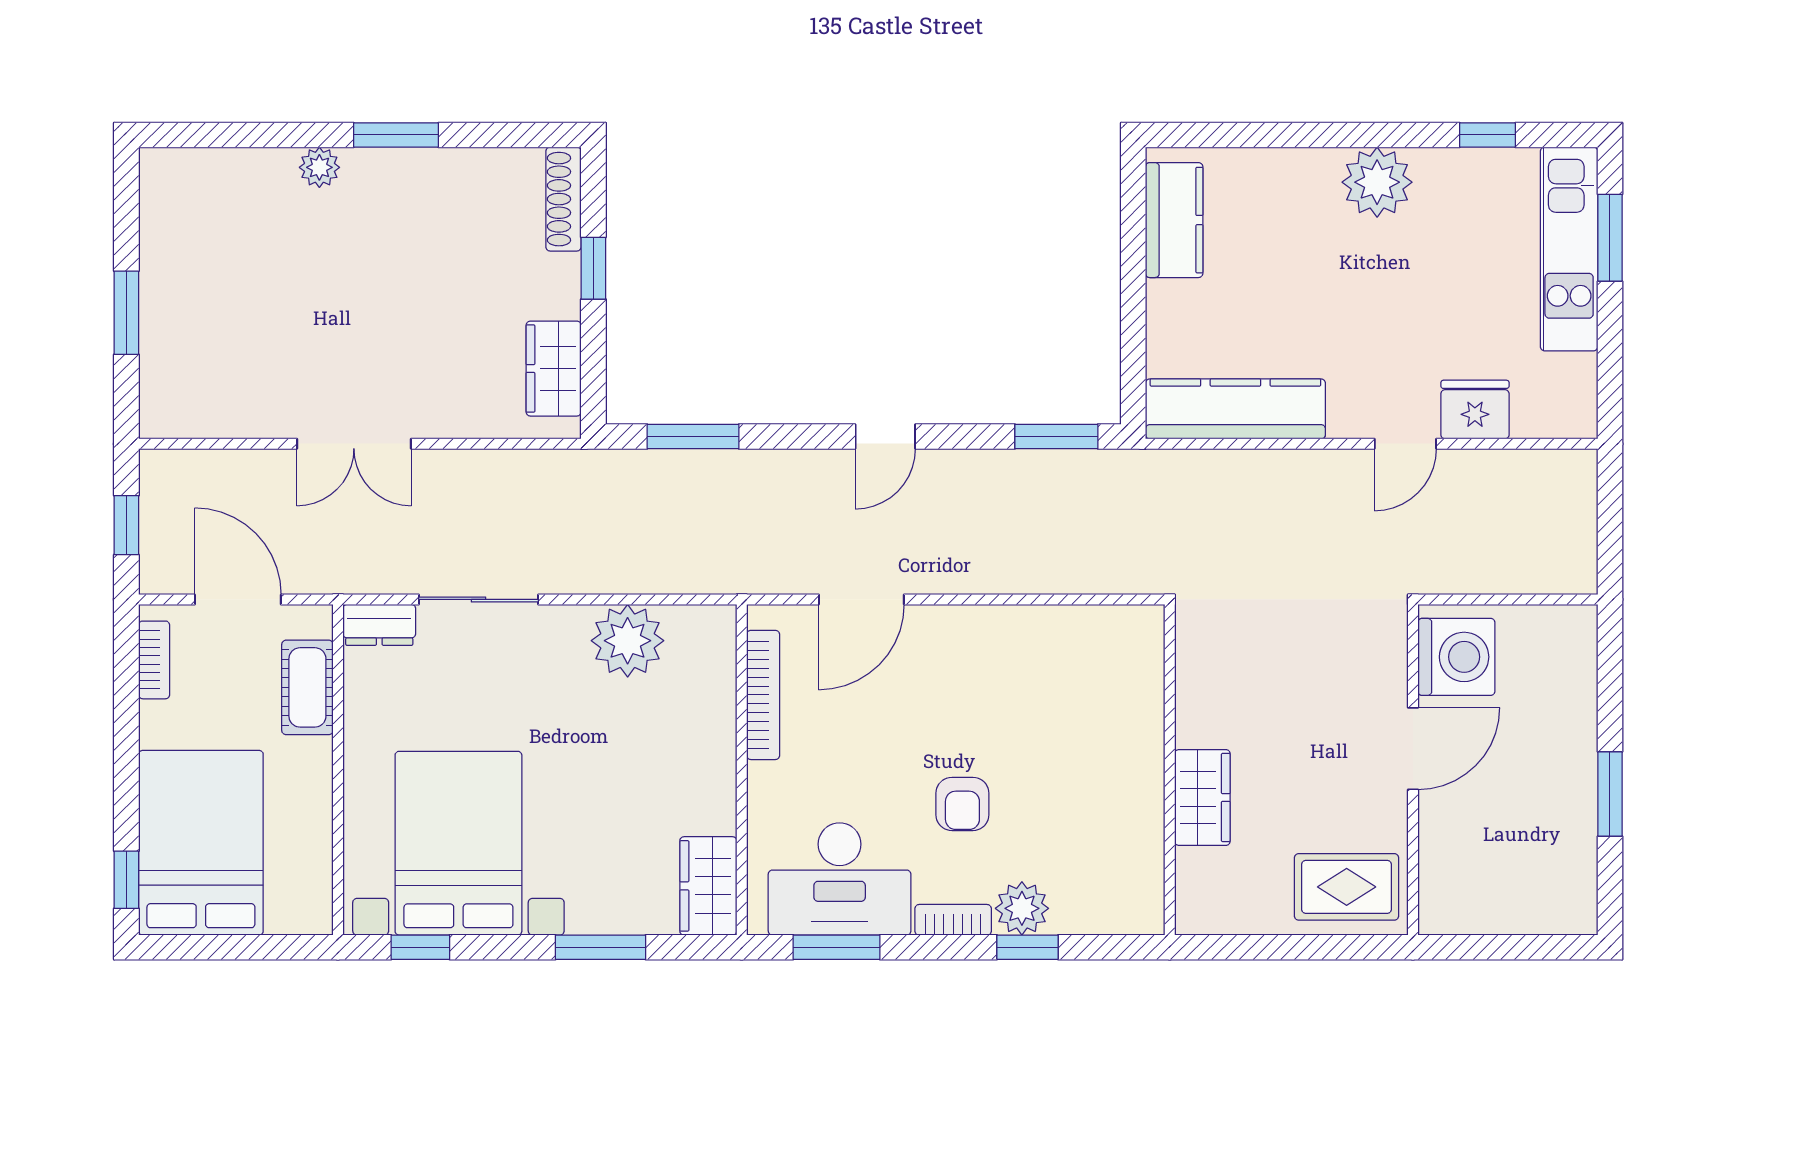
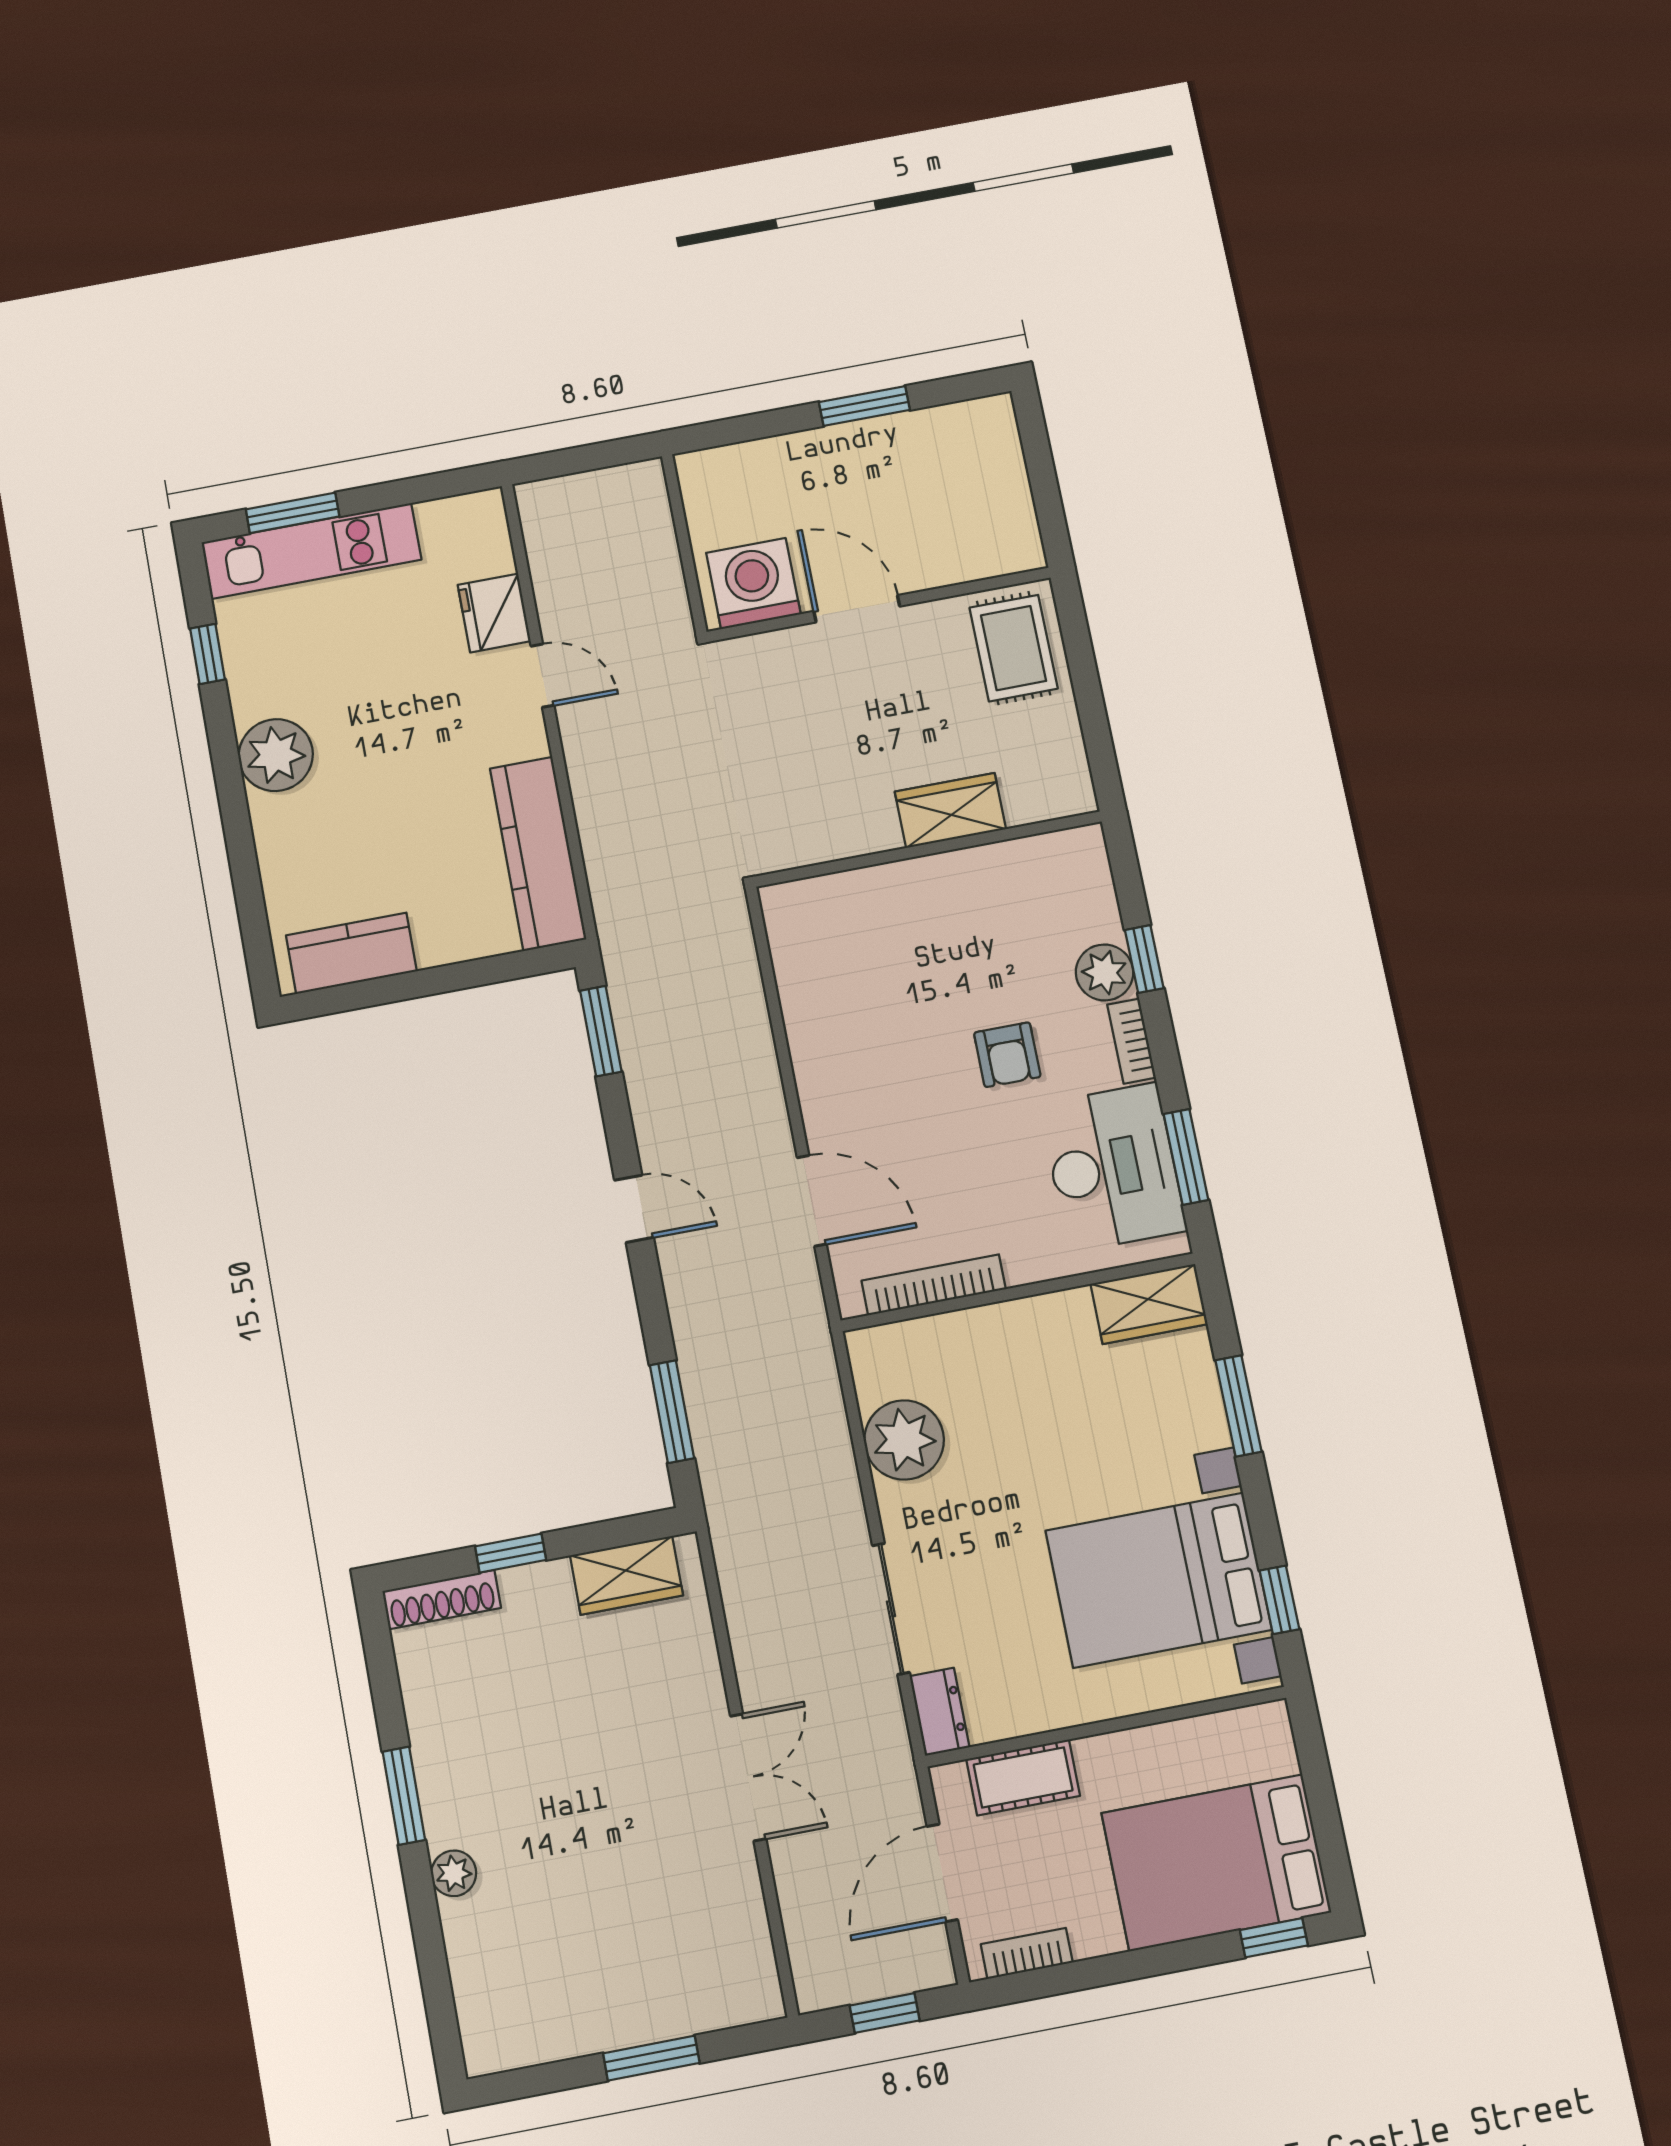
armchair: (962, 804) -> (1007, 1055), turned 90

